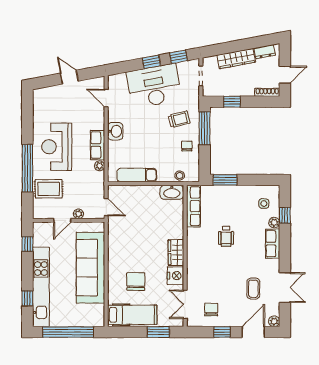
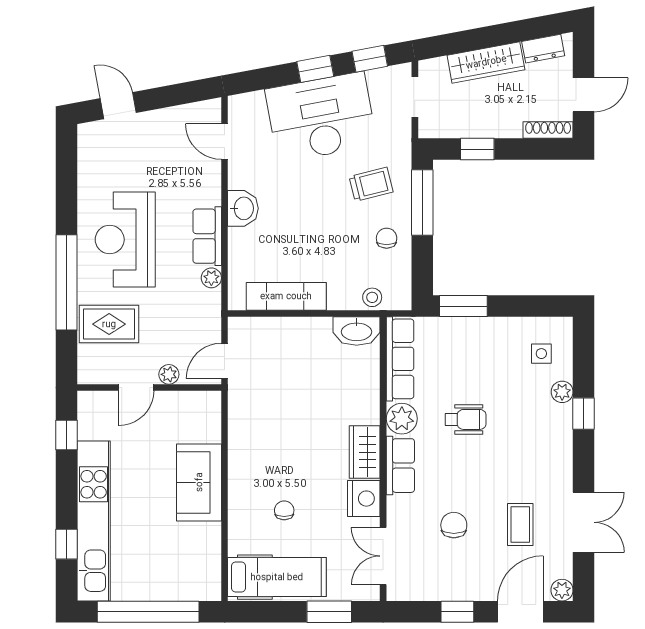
door: (69, 77) -> (118, 106), moved
door: (106, 207) -> (225, 361), swing flipped
window: (285, 215) -> (584, 414), moved
plant: (194, 236) -> (402, 419), added
wheelchair: (226, 236) -> (465, 419), turned -90
row of seats: (273, 244) -> (400, 466), moved, turned 180
sofa: (90, 268) -> (199, 482), width x0.54, depth x0.79
chair: (136, 282) -> (284, 510), width x0.54, depth x0.54
chair: (211, 310) -> (454, 525), moved

